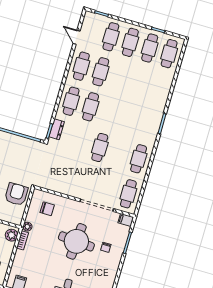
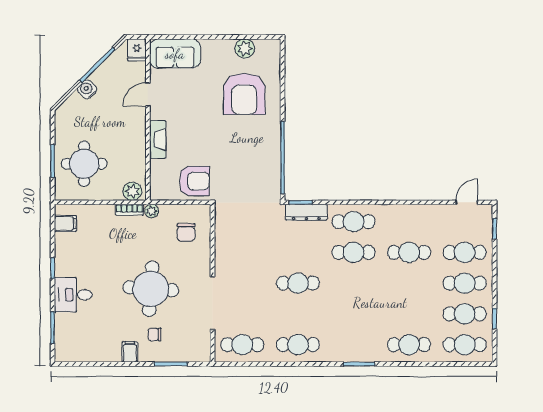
door: (76, 37) -> (467, 202), moved
cafe table: (81, 66) -> (409, 345), moved
dresser: (57, 129) -> (306, 212), width x1.44
filing cabinet: (126, 220) -> (130, 352), moved

